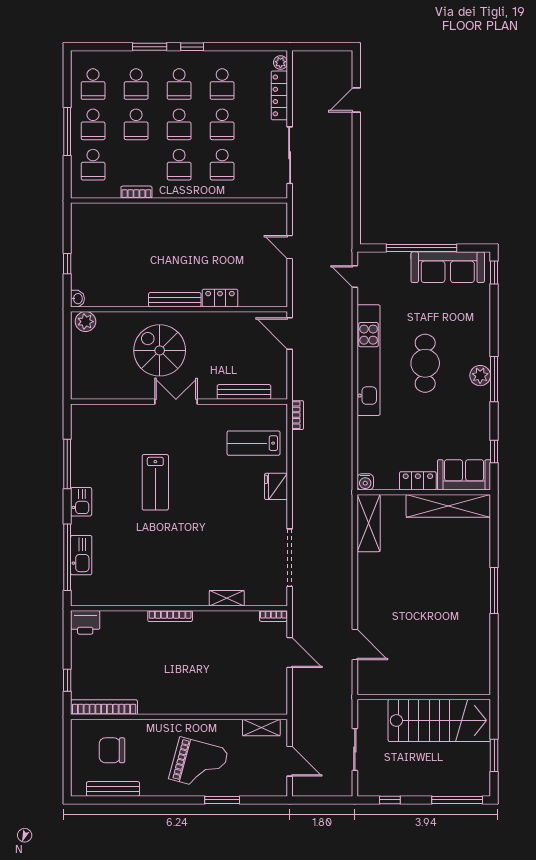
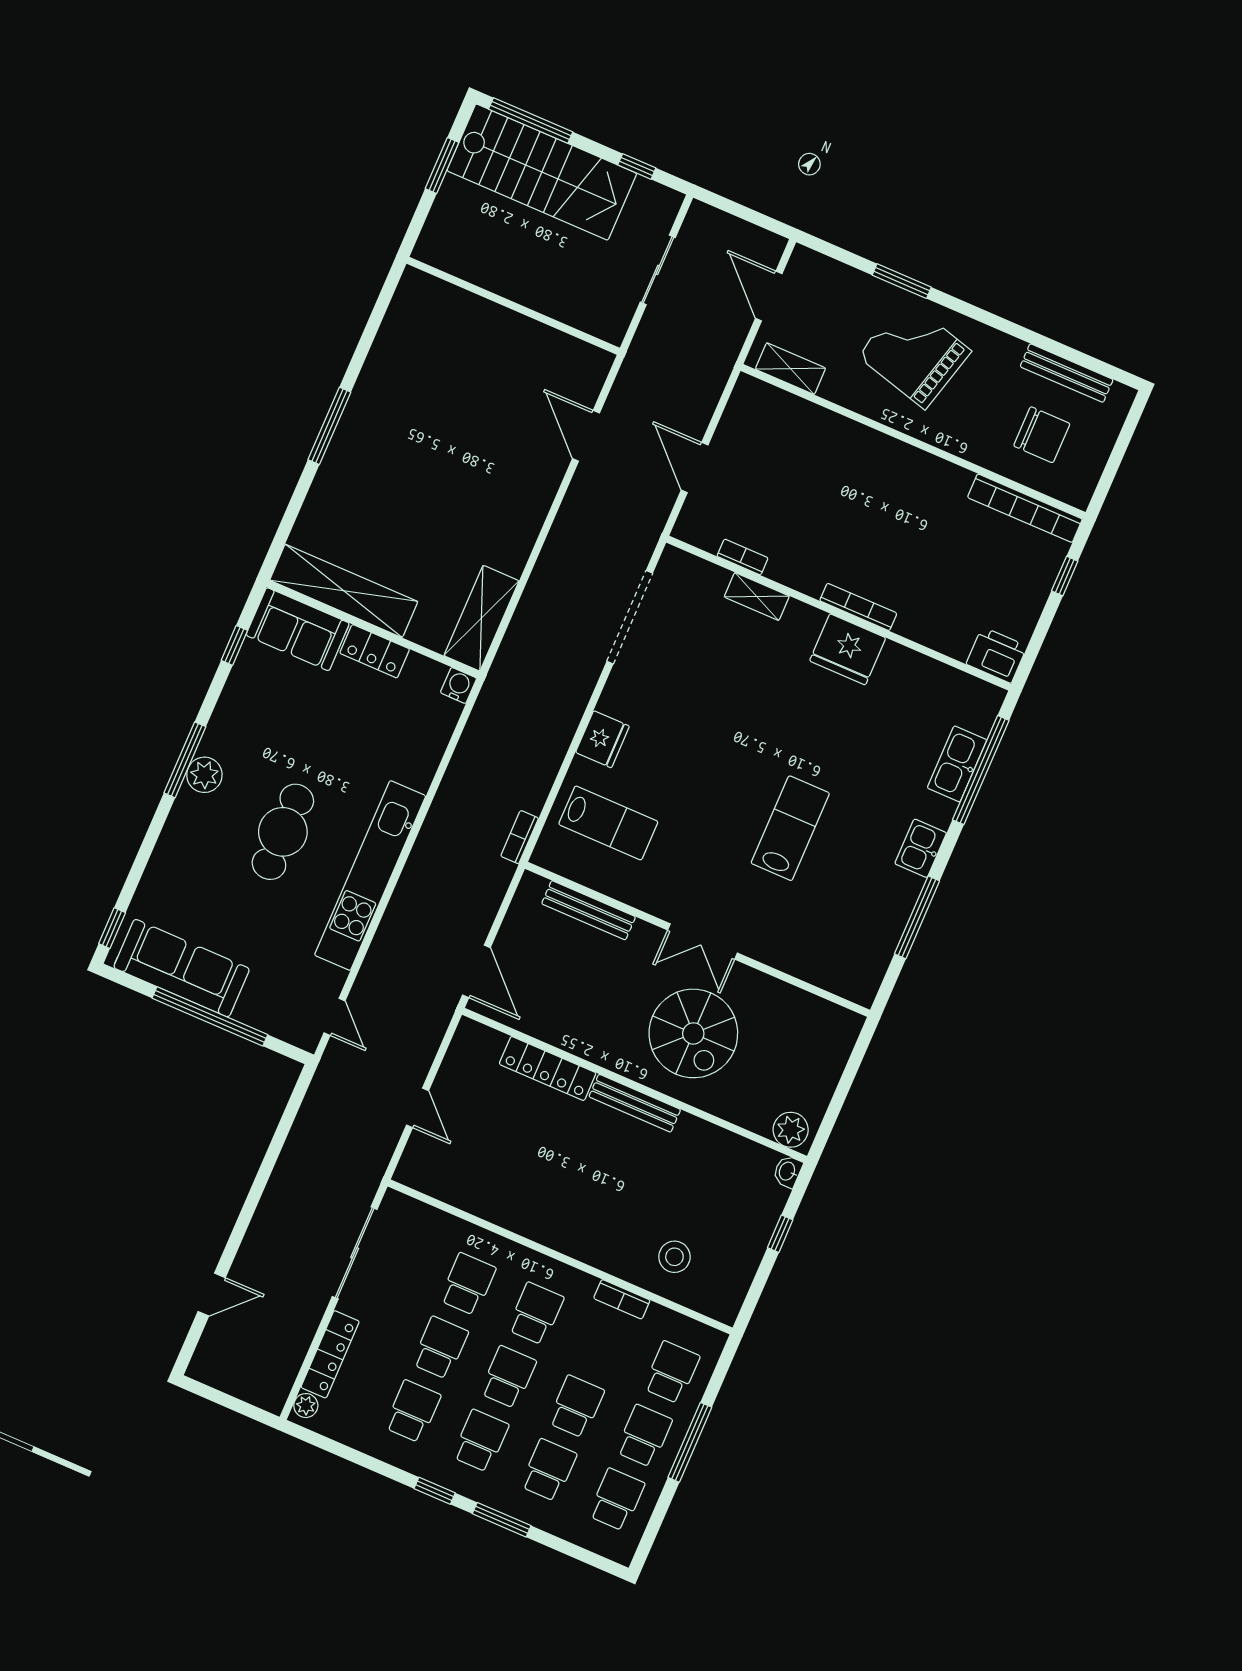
stool: (118, 227) -> (674, 1257), added
locker: (220, 298) -> (548, 1069), width x1.53
fridge: (166, 591) -> (848, 649), added
bookcase: (274, 616) -> (743, 557), moved
stairs: (439, 720) -> (542, 172), moved, turned 180

